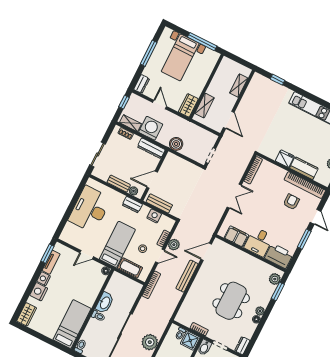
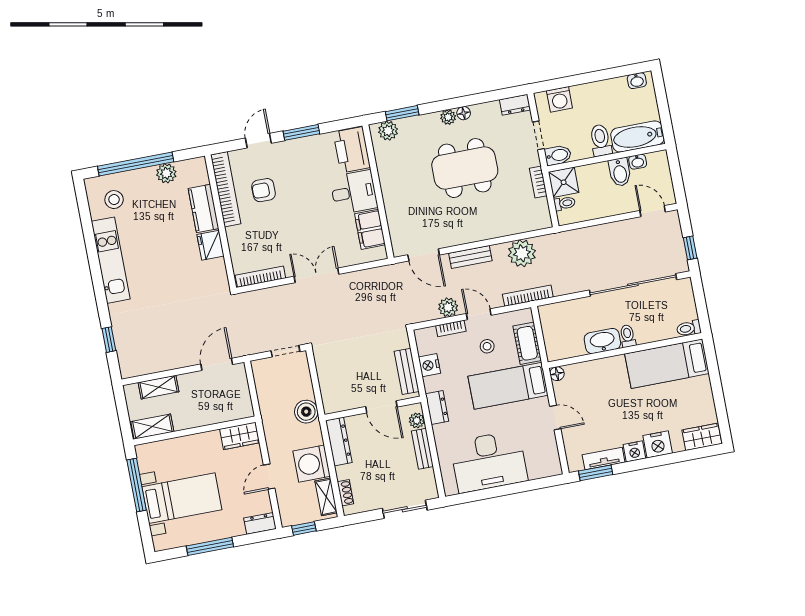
shelving: (205, 106) -> (152, 427), moved
bench: (187, 276) -> (470, 257), width x0.73
plant: (150, 342) -> (522, 253), moved

